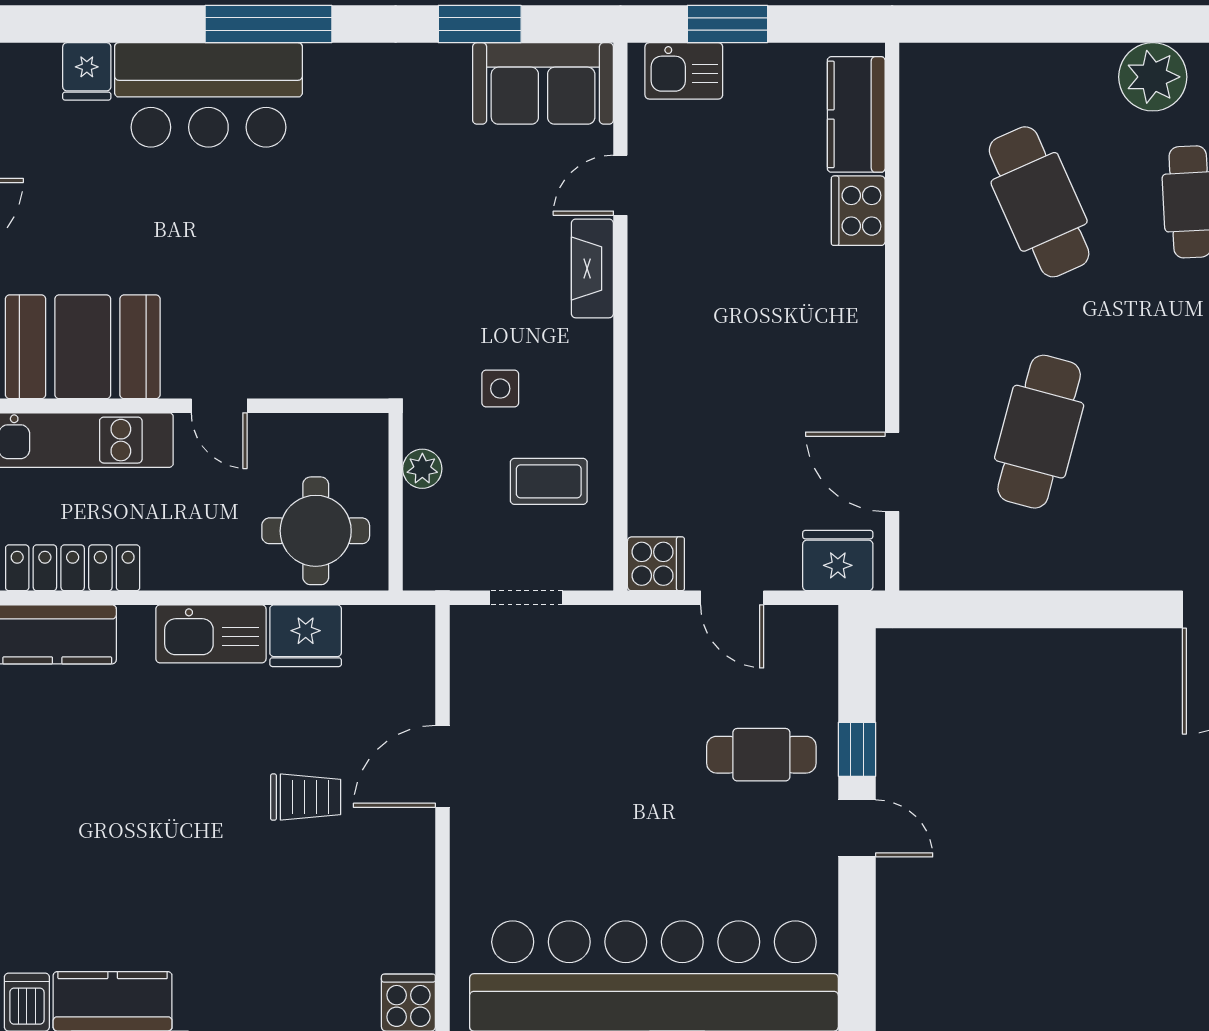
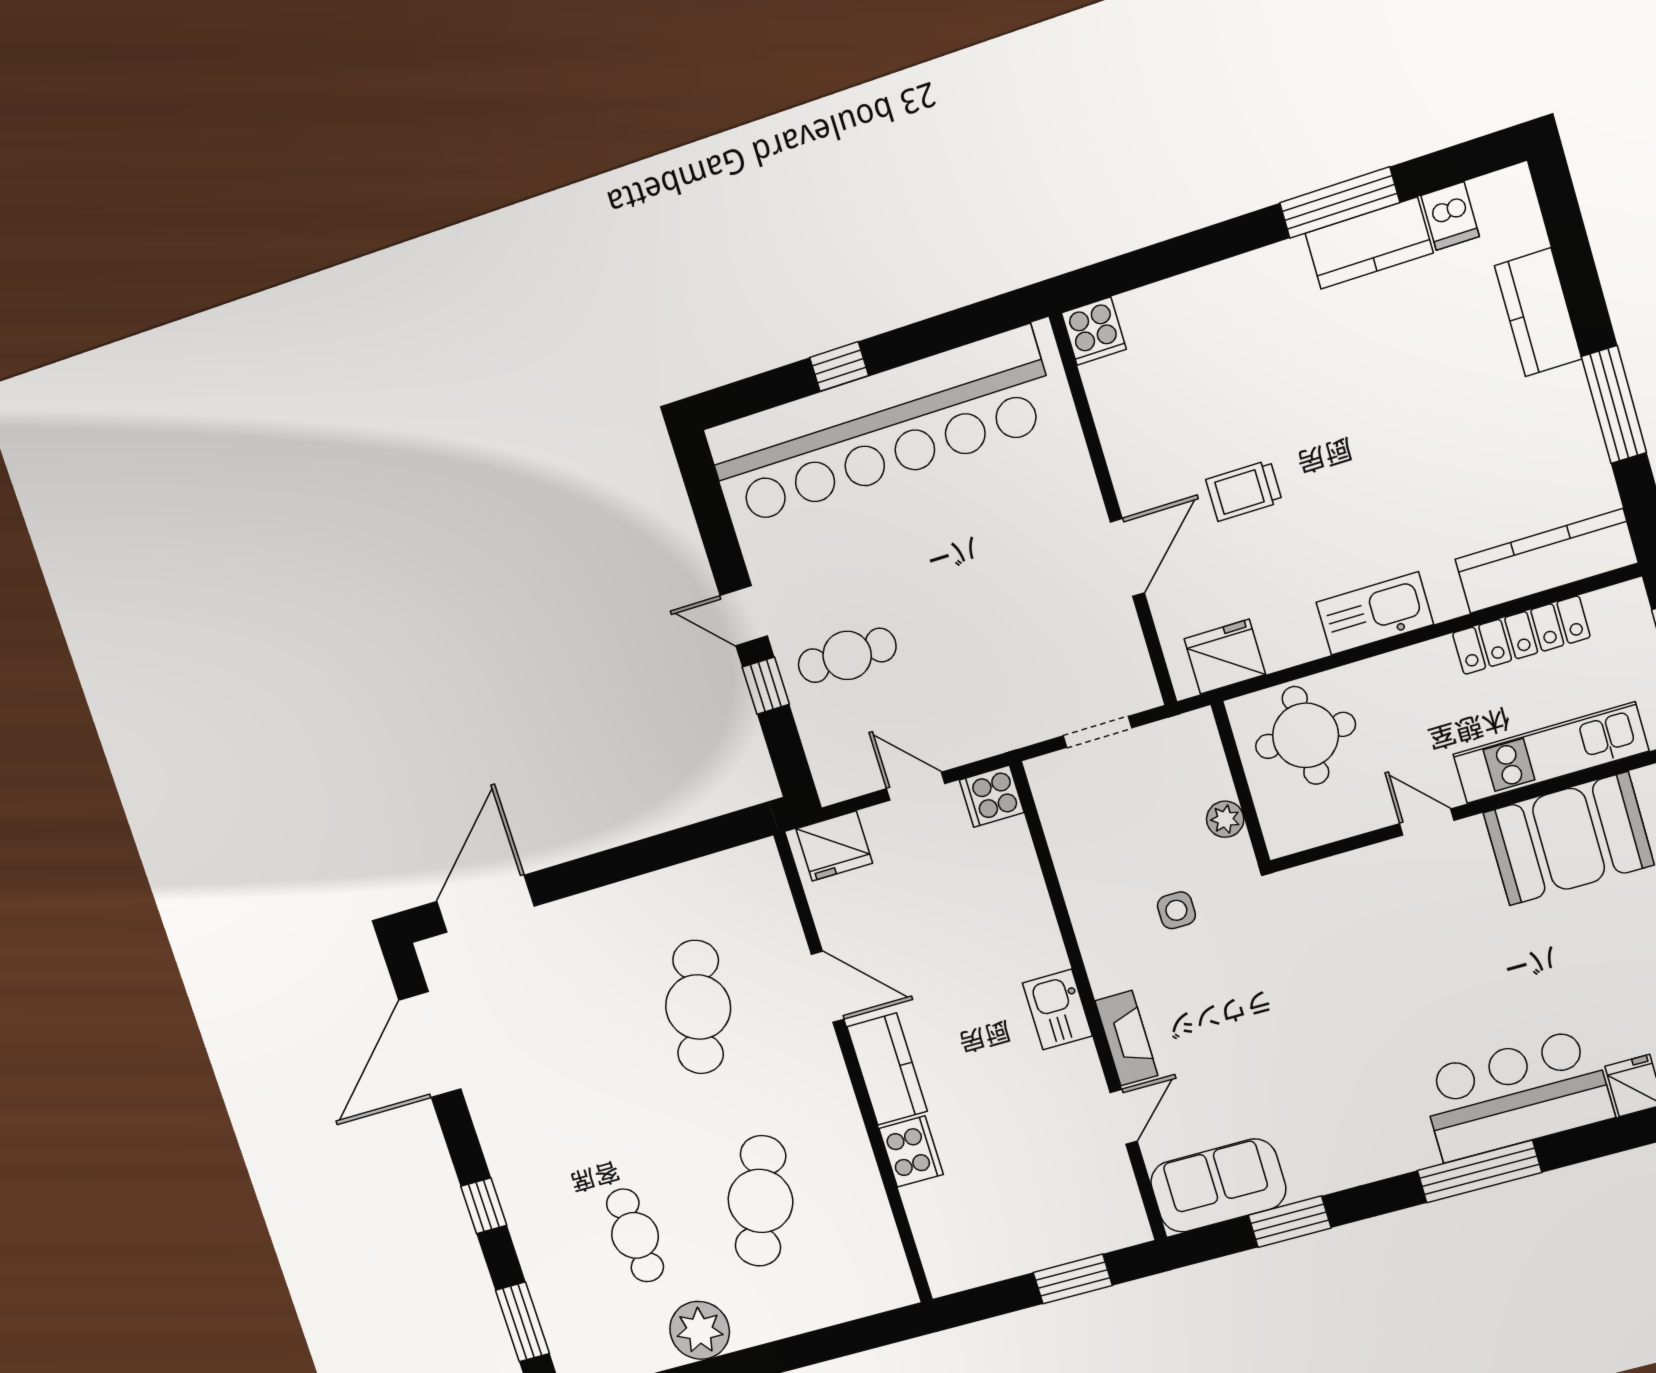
kitchen sink: (684, 71) -> (1057, 1009), moved, turned -90
kitchen counter: (856, 114) -> (887, 1069), moved
cafe table: (1039, 202) -> (760, 1201), turned 45
door: (892, 472) -> (828, 987), moved
coffee table: (549, 481) -> (1109, 841), removed
fridge: (306, 636) -> (1225, 657), moved

